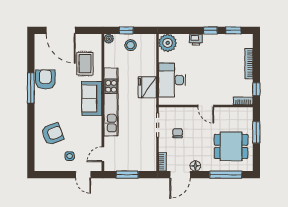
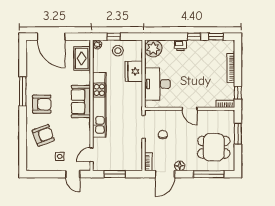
rug: (85, 64) -> (82, 58), moved
armchair: (45, 79) -> (42, 104), moved, turned 90
fridge: (147, 87) -> (134, 71), moved

